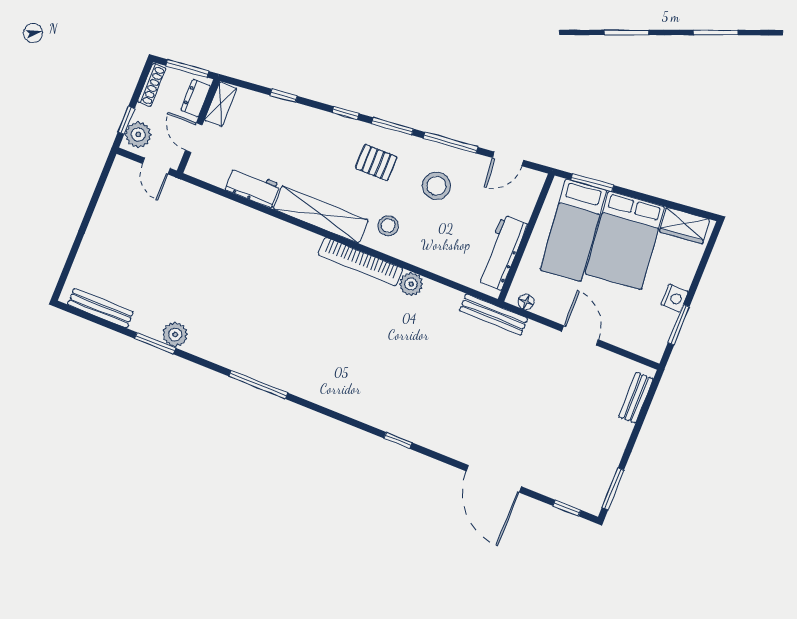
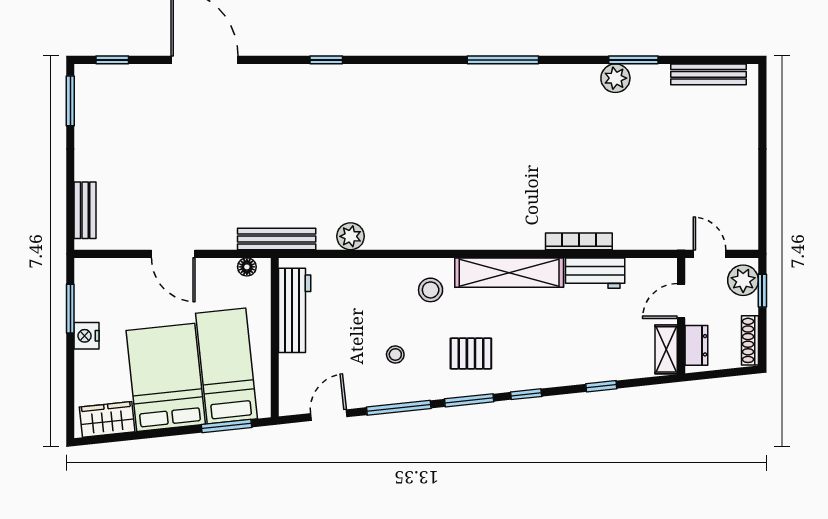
window: (187, 68) -> (718, 374), removed
door: (194, 138) -> (681, 301), swing flipped
stool: (436, 186) -> (395, 354), width x0.53, depth x0.53
bookcase: (360, 262) -> (579, 241), moved, width x0.68, depth x0.76
plant: (411, 284) -> (351, 236), moved

